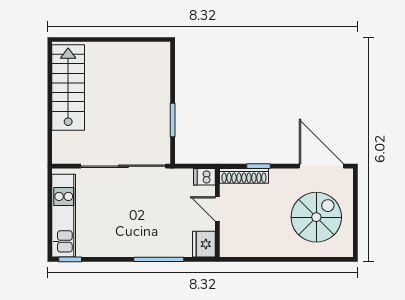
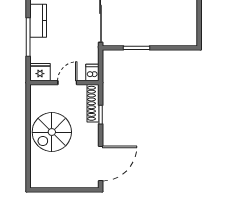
spiral stairs: (316, 217) -> (52, 132), moved, turned 90
kitchen counter: (138, 246) -> (38, 21), added

